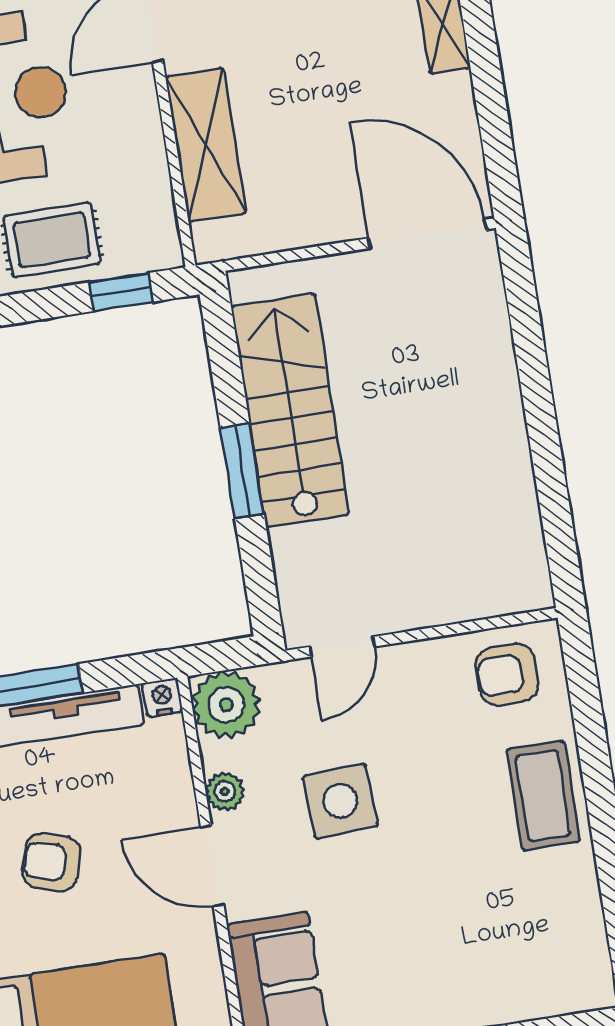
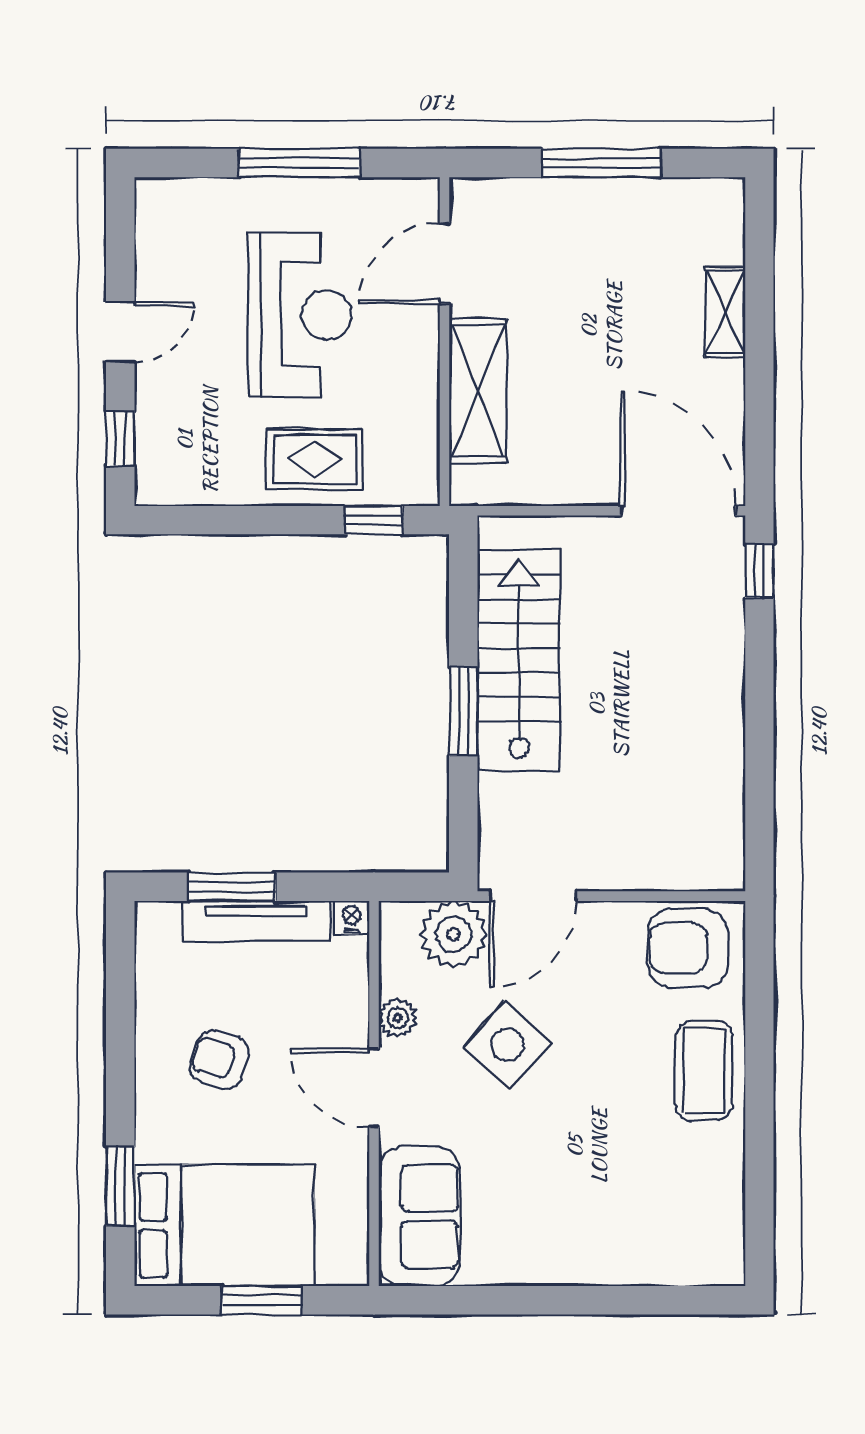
window: (519, 282) -> (759, 571), added
door: (342, 647) -> (533, 896), width x1.38
armchair: (507, 674) -> (688, 948), width x1.38, depth x1.38
plant: (226, 705) -> (454, 934), moved
side table: (340, 801) -> (507, 1045), turned 45

